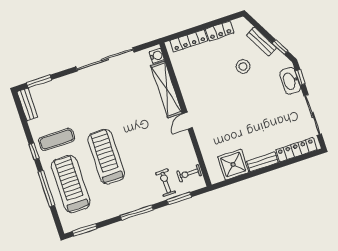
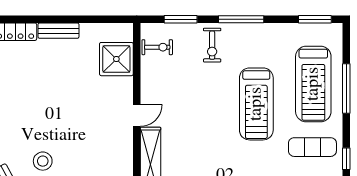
window: (34, 151) -> (346, 159), moved
shower: (233, 165) -> (116, 59), moved
exercise bike: (166, 183) -> (212, 45), moved

